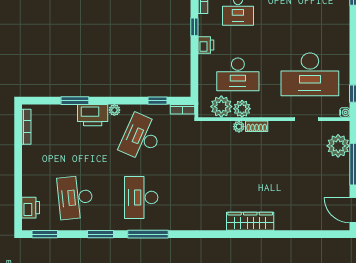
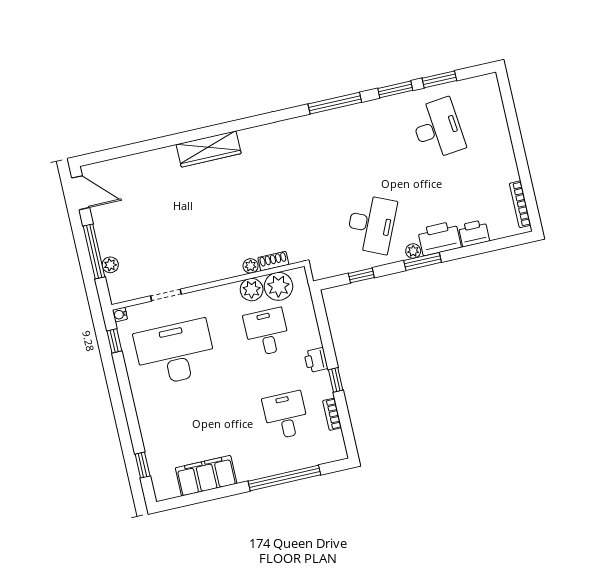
desk: (238, 74) -> (267, 332), width x0.73
window: (75, 101) -> (423, 261), moved
bookcase: (183, 109) -> (327, 272), removed
shoe rack: (257, 126) -> (273, 261), moved
plant: (338, 146) -> (110, 265), width x0.53, depth x0.53
desk: (141, 197) -> (354, 148), removed
printer: (31, 208) -> (474, 233), moved, turned 90
window: (45, 234) -> (439, 79), moved

